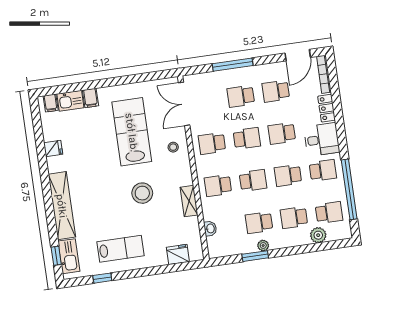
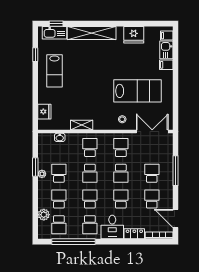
fridge: (53, 148) -> (134, 35), width x1.88, depth x1.34
stool: (142, 193) -> (92, 92), removed

